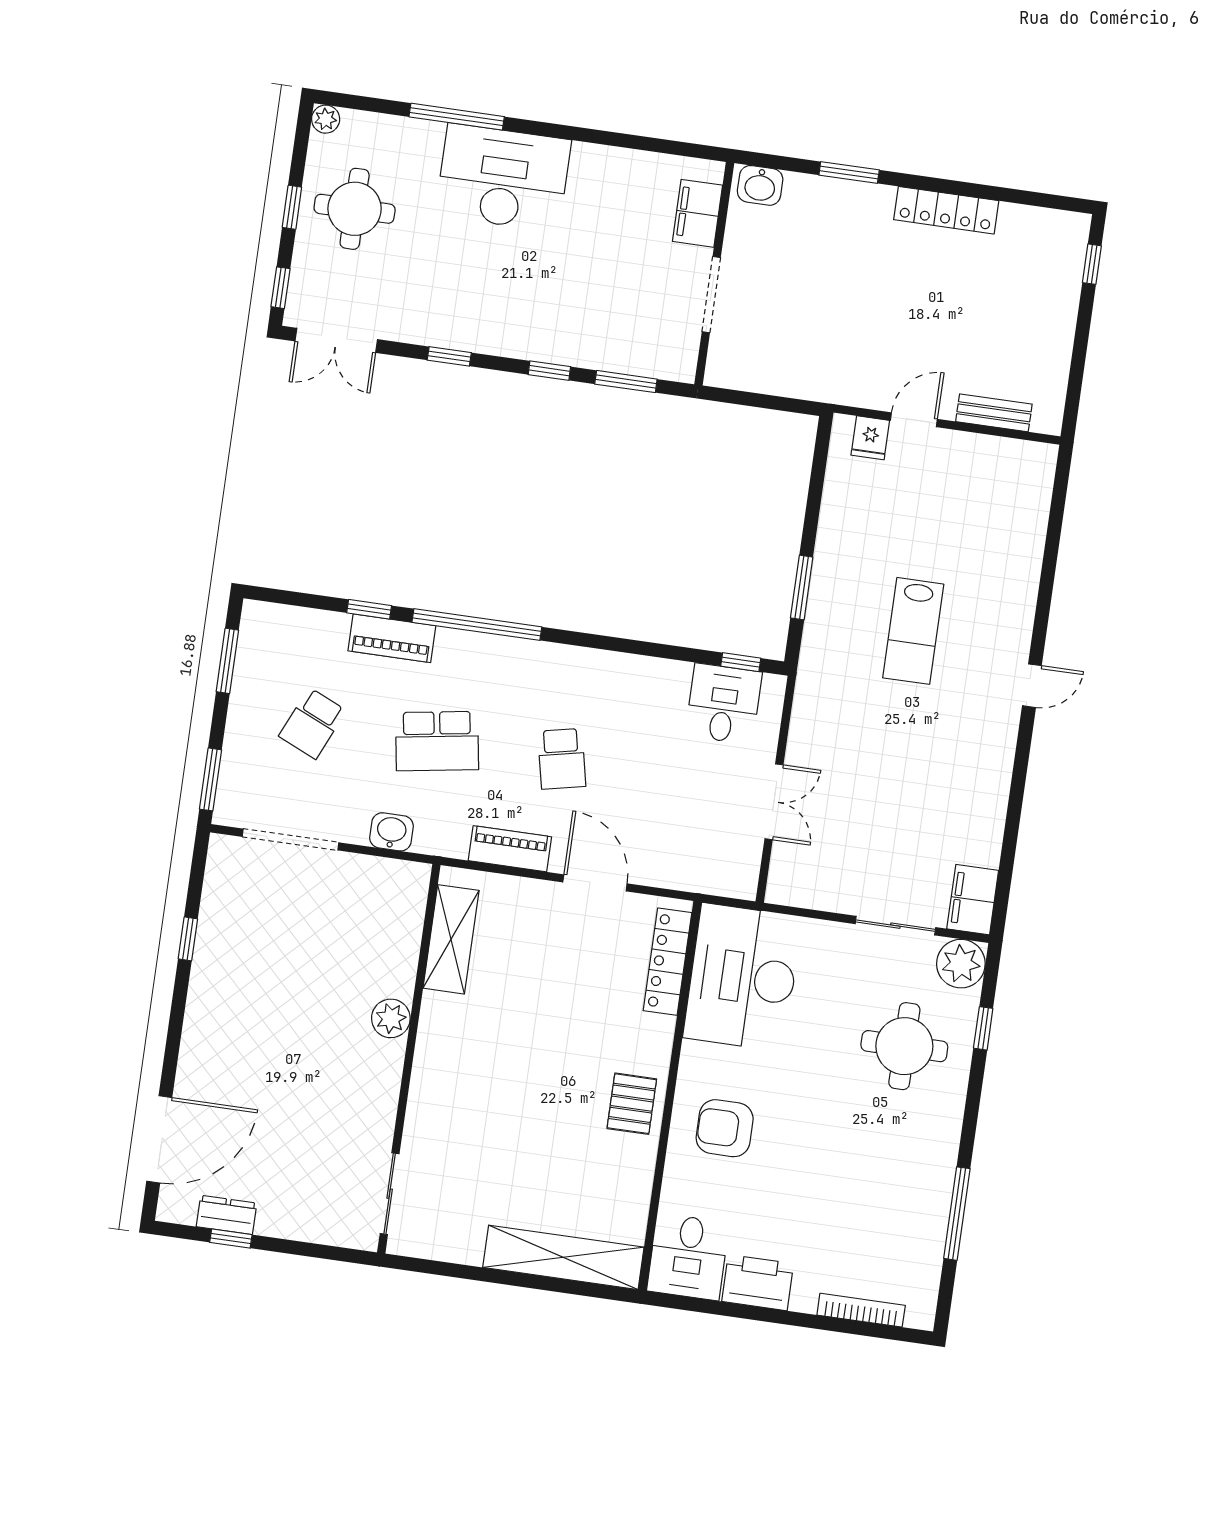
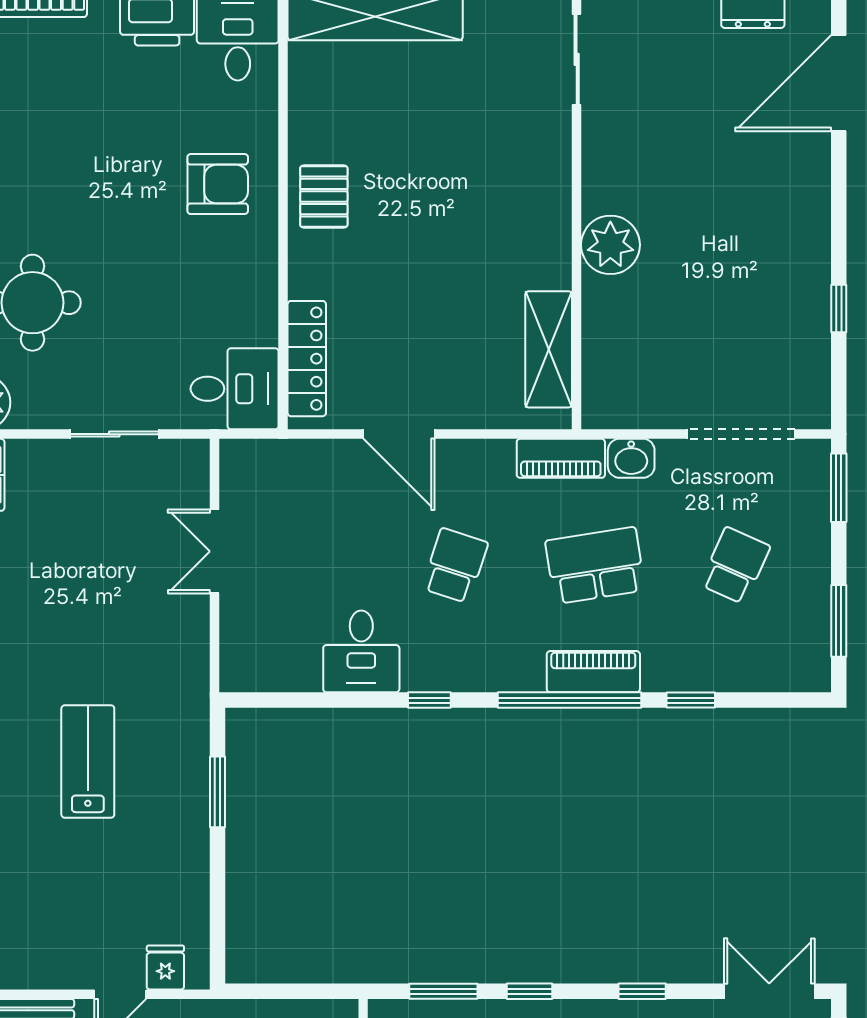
piano: (392, 638) -> (593, 672), moved
window: (741, 662) -> (429, 700), moved
desk: (724, 704) -> (361, 651), moved
school desk: (562, 759) -> (455, 566), turned 30
piano: (510, 849) -> (561, 458), moved
sliding door: (895, 926) -> (114, 434), moved
desk: (743, 977) -> (235, 389), width x0.53, depth x0.77
plant: (391, 1018) -> (610, 245), width x1.36, depth x1.36

